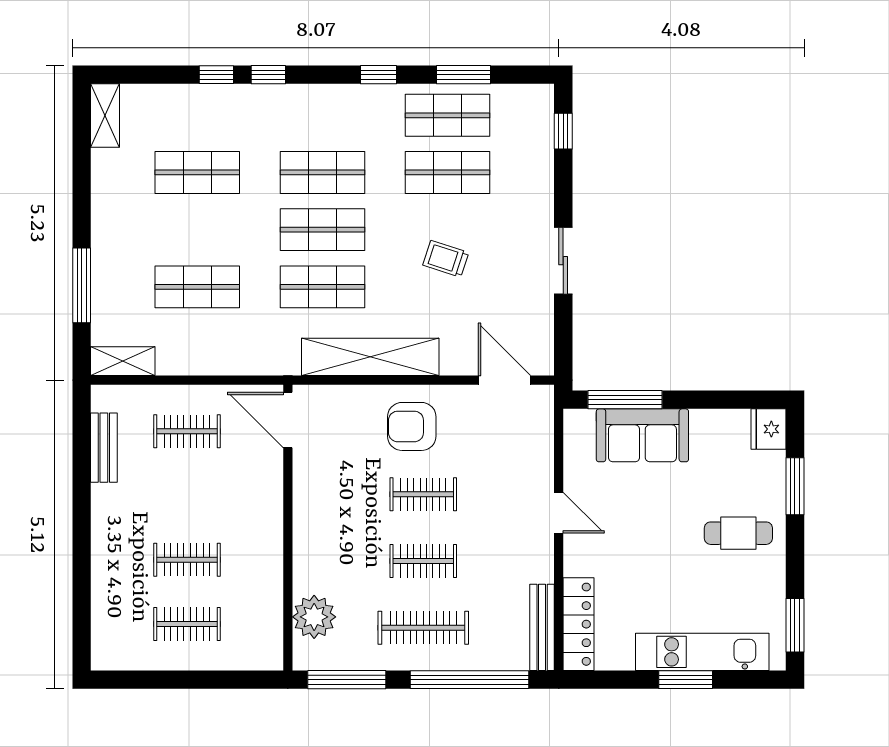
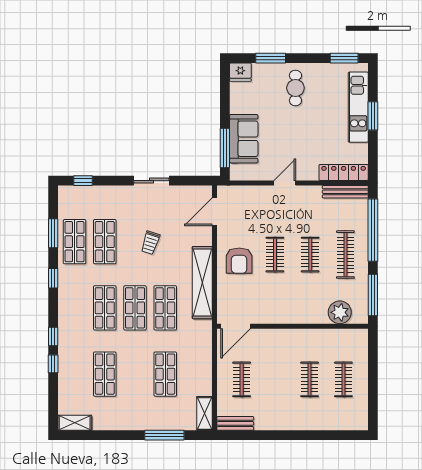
bench: (104, 448) -> (235, 423), moved

